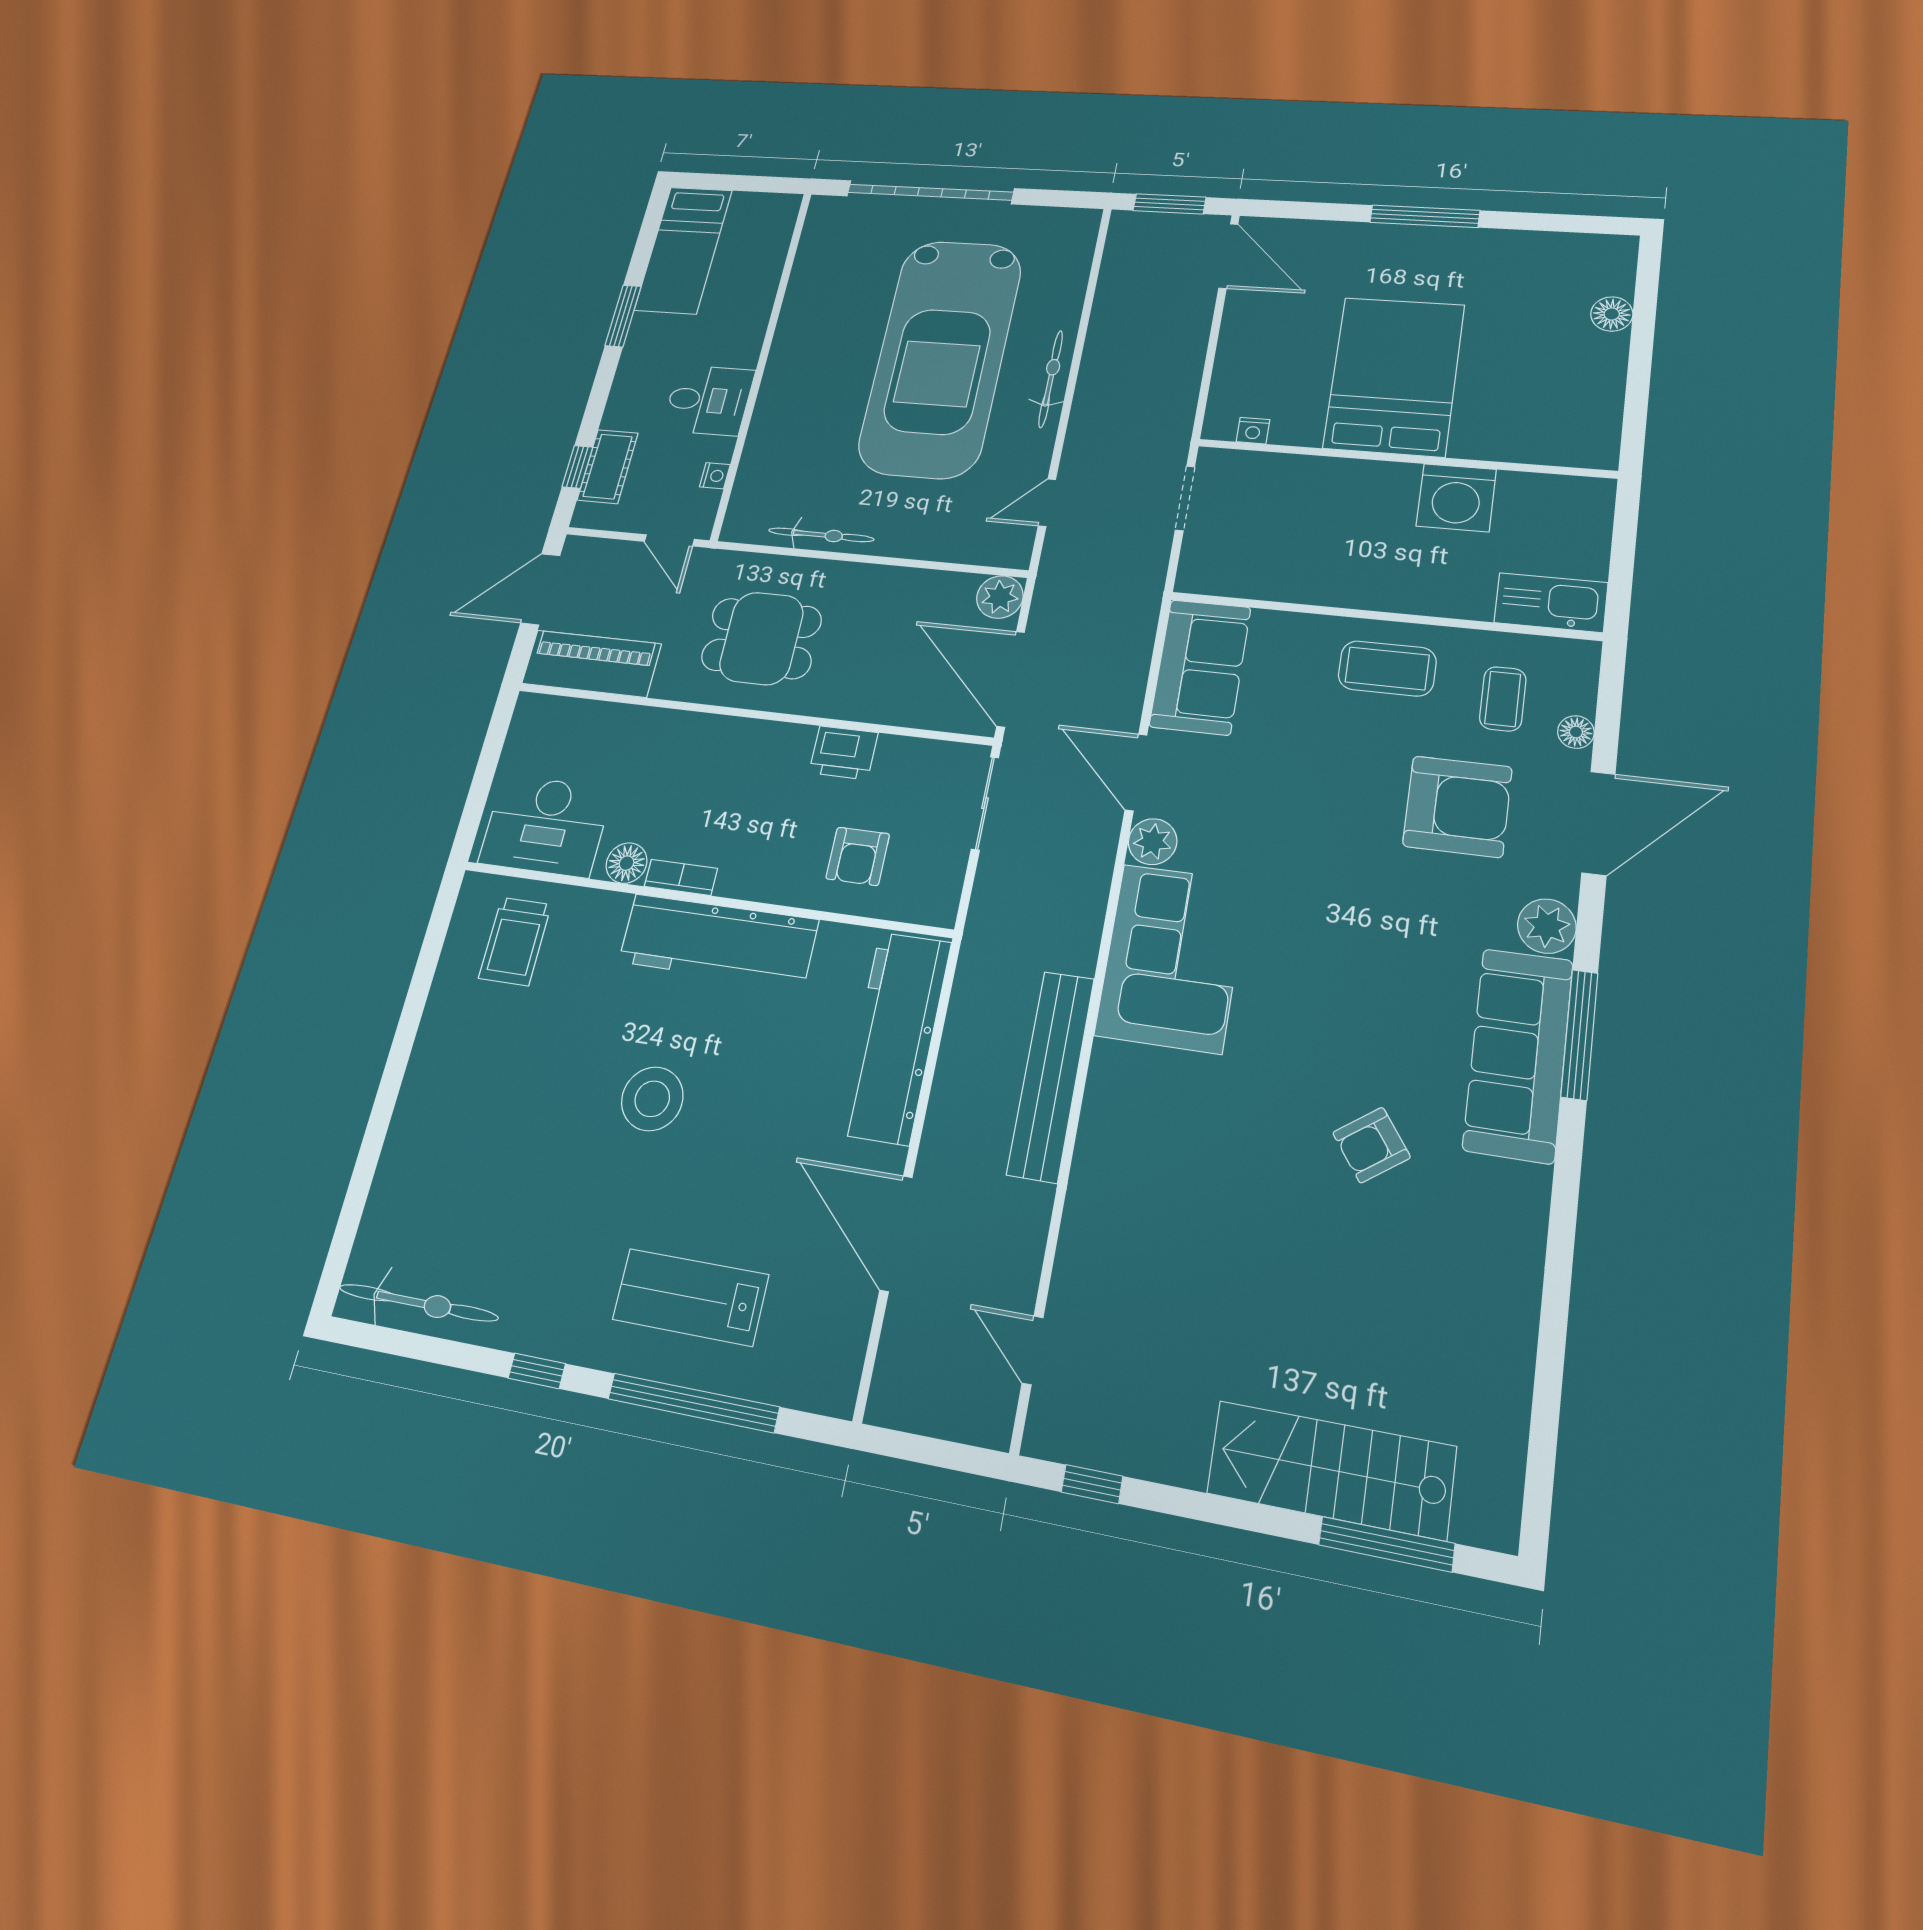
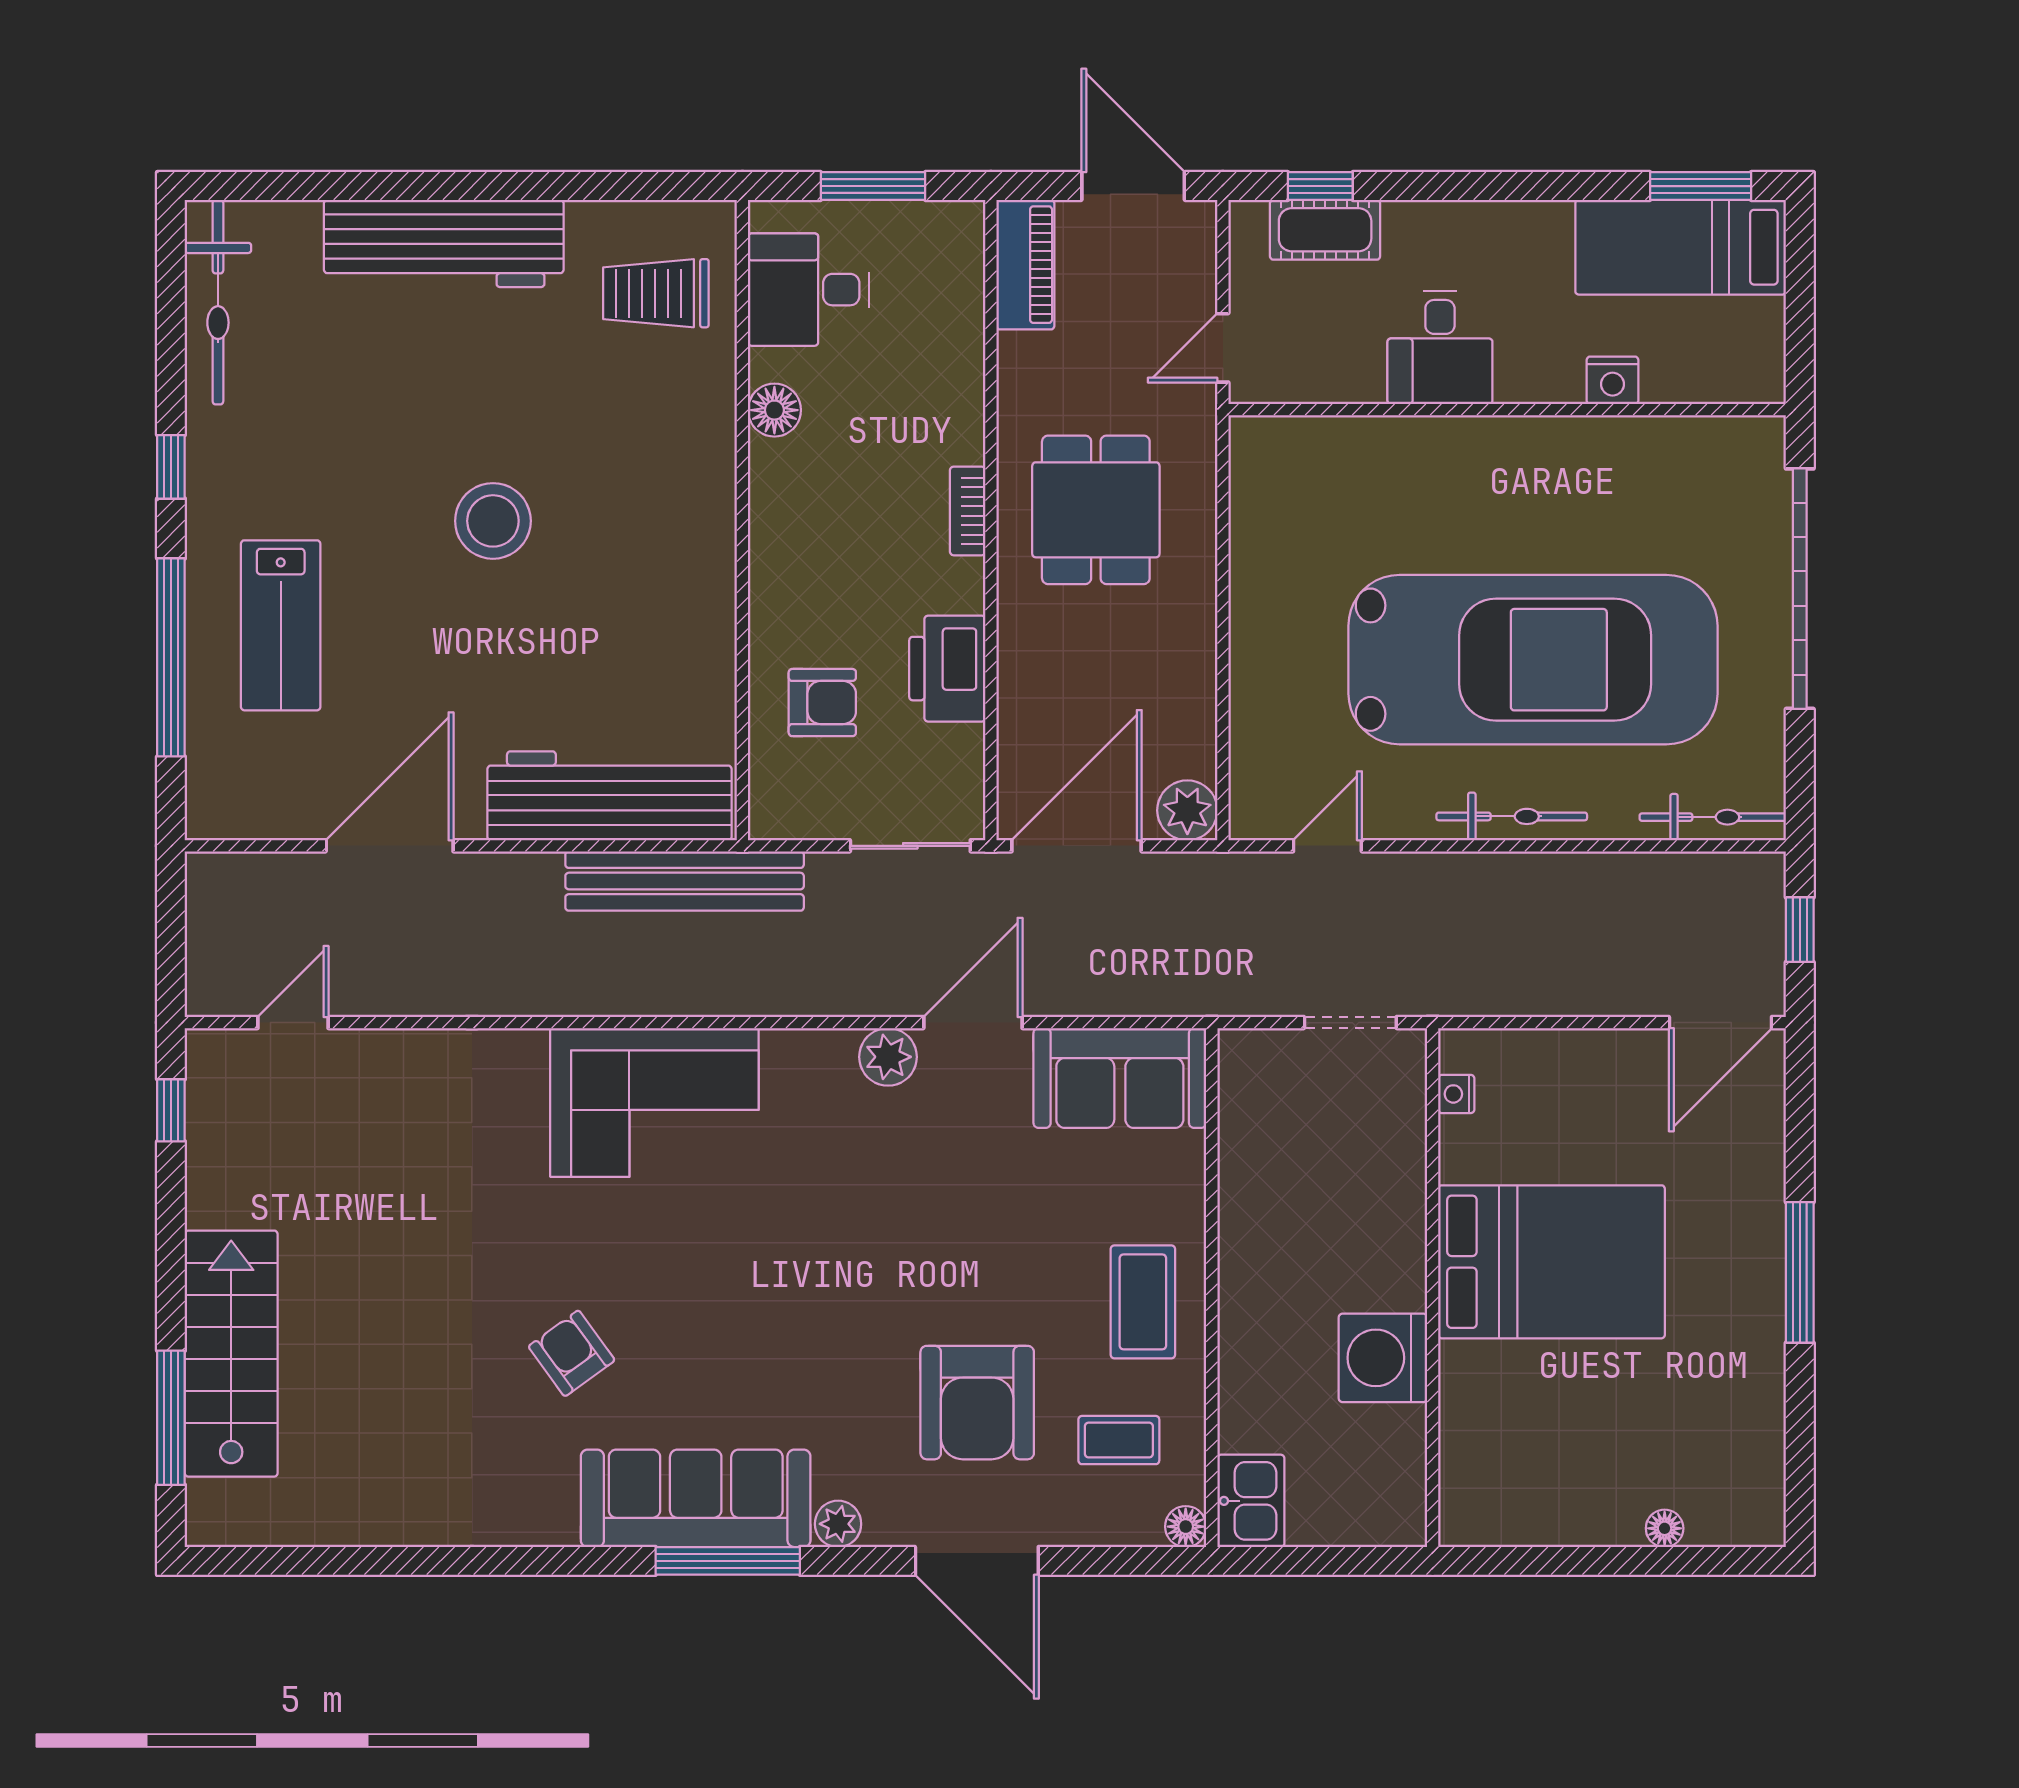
window: (1169, 204) -> (1800, 930), width x0.67
floor lamp: (1612, 314) -> (1665, 1528), width x0.73, depth x0.73
window: (623, 316) -> (1701, 186), moved
car: (941, 357) -> (1533, 660), turned 180
nightstand: (715, 476) -> (1612, 380), moved, width x1.39, depth x1.35
door: (1047, 503) -> (1327, 846), hinge flipped
bicycle: (821, 535) -> (1713, 817), moved, turned -90
kitchen sink: (1551, 603) -> (1251, 1501), width x0.73
piano: (591, 664) -> (1025, 265), width x0.73, depth x0.75
floor lamp: (1576, 732) -> (1186, 1527), moved
printer: (844, 753) -> (947, 669), width x1.37, depth x1.19
window: (486, 769) -> (873, 186), added
desk: (546, 826) -> (809, 290), width x0.73
armchair: (858, 856) -> (822, 703), turned 180
bookcase: (681, 877) -> (968, 511), moved, turned 180
plant: (1547, 926) -> (838, 1524), width x0.73, depth x0.73
workbench: (718, 941) -> (444, 243), moved, turned -90
corner sofa: (1172, 958) -> (654, 1102), moved
bench: (1051, 1076) -> (685, 881), moved
lab bench: (690, 1297) -> (281, 625), turned 180

